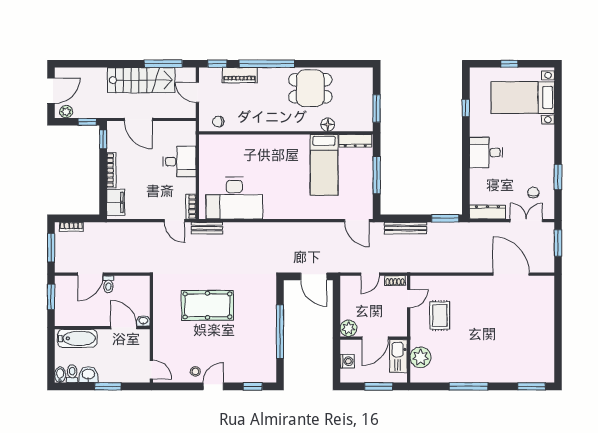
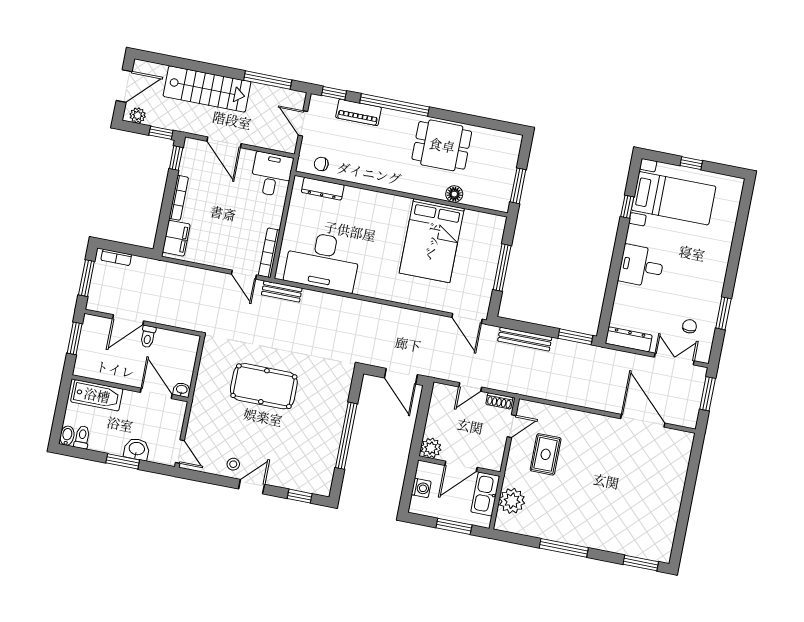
stairs: (141, 80) -> (207, 89), moved
bed with nightstands: (523, 97) -> (674, 198), moved, turned 180
dresser: (355, 141) -> (323, 189), moved
desk: (180, 161) -> (272, 174), moved, turned -90
bed: (324, 165) -> (432, 241), width x1.50
bookcase: (191, 207) -> (269, 253), width x1.56
washbasin: (88, 375) -> (137, 449), moved

